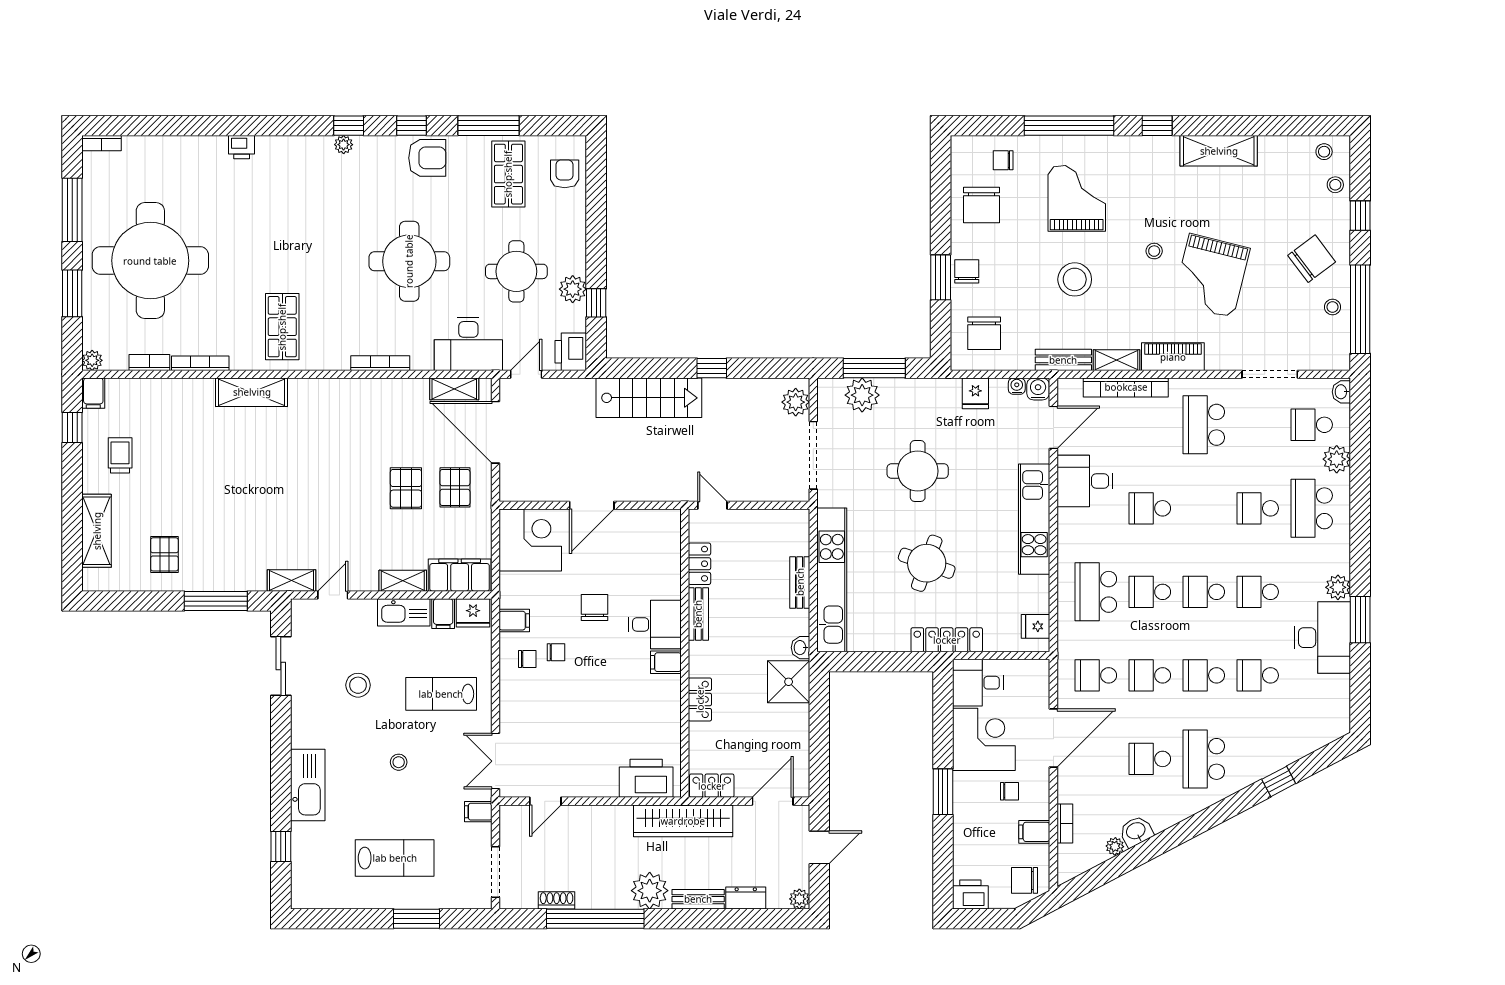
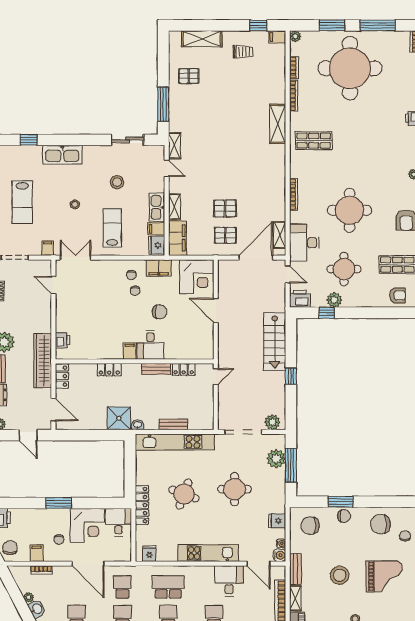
filing cabinet: (514, 621) -> (159, 268), width x2.00
printer: (646, 778) -> (63, 340), width x0.53, depth x0.68

